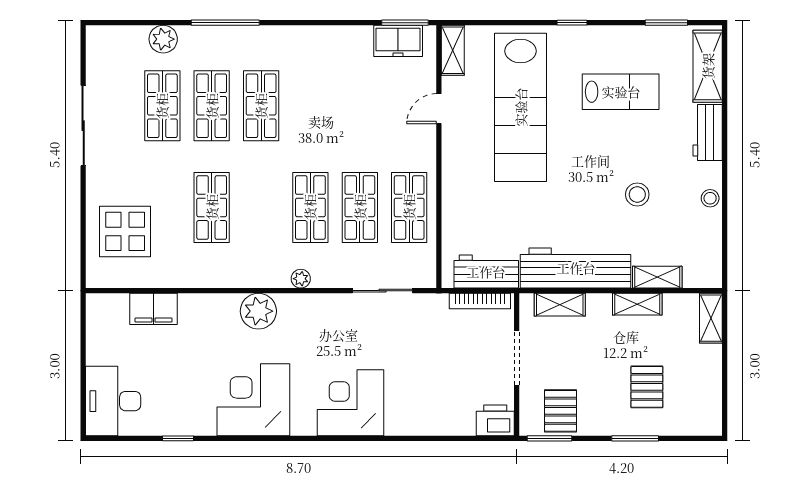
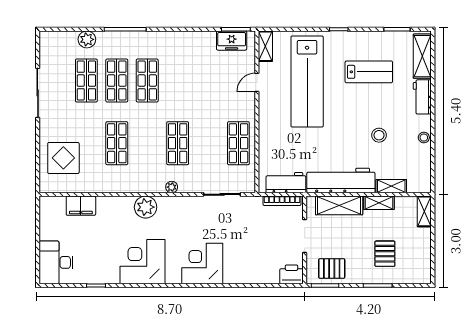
shop shelf: (360, 207) -> (208, 143), removed
shelving: (560, 305) -> (339, 205), width x1.50, depth x1.33
pallet: (561, 411) -> (332, 268), turned 90

